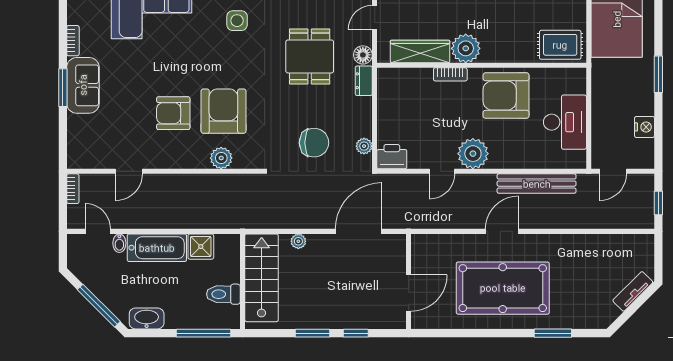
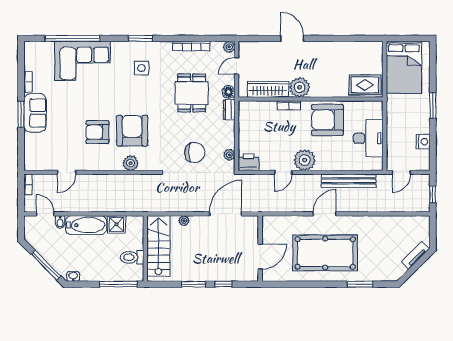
washbasin: (147, 318) -> (73, 276), width x0.52, depth x0.69

